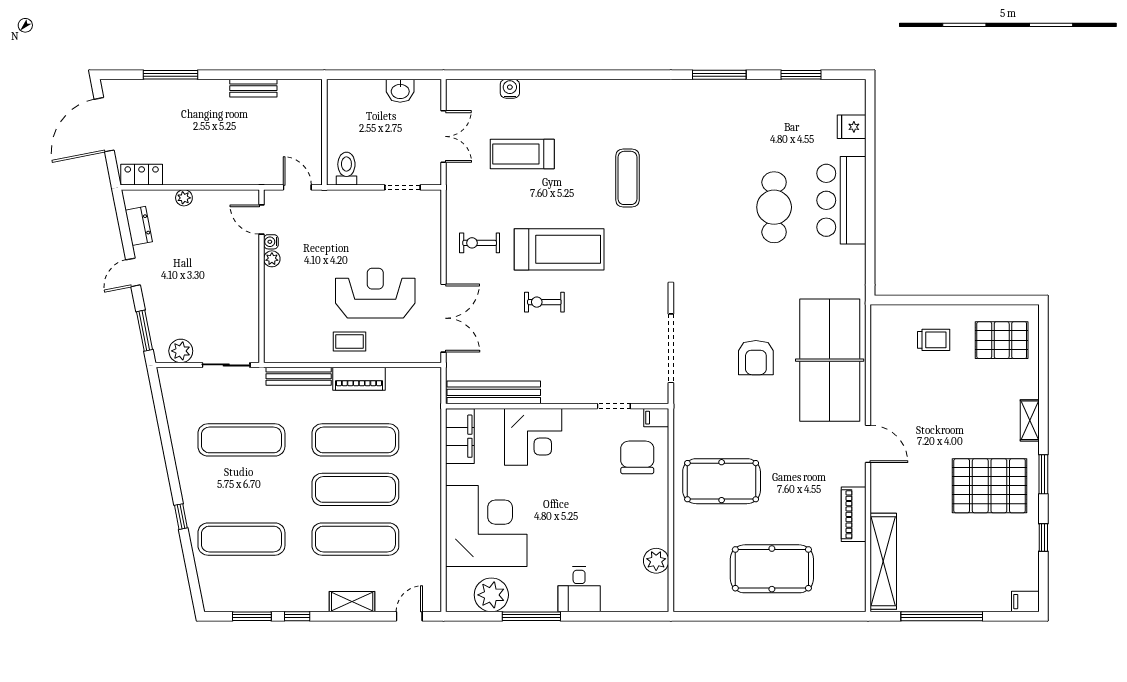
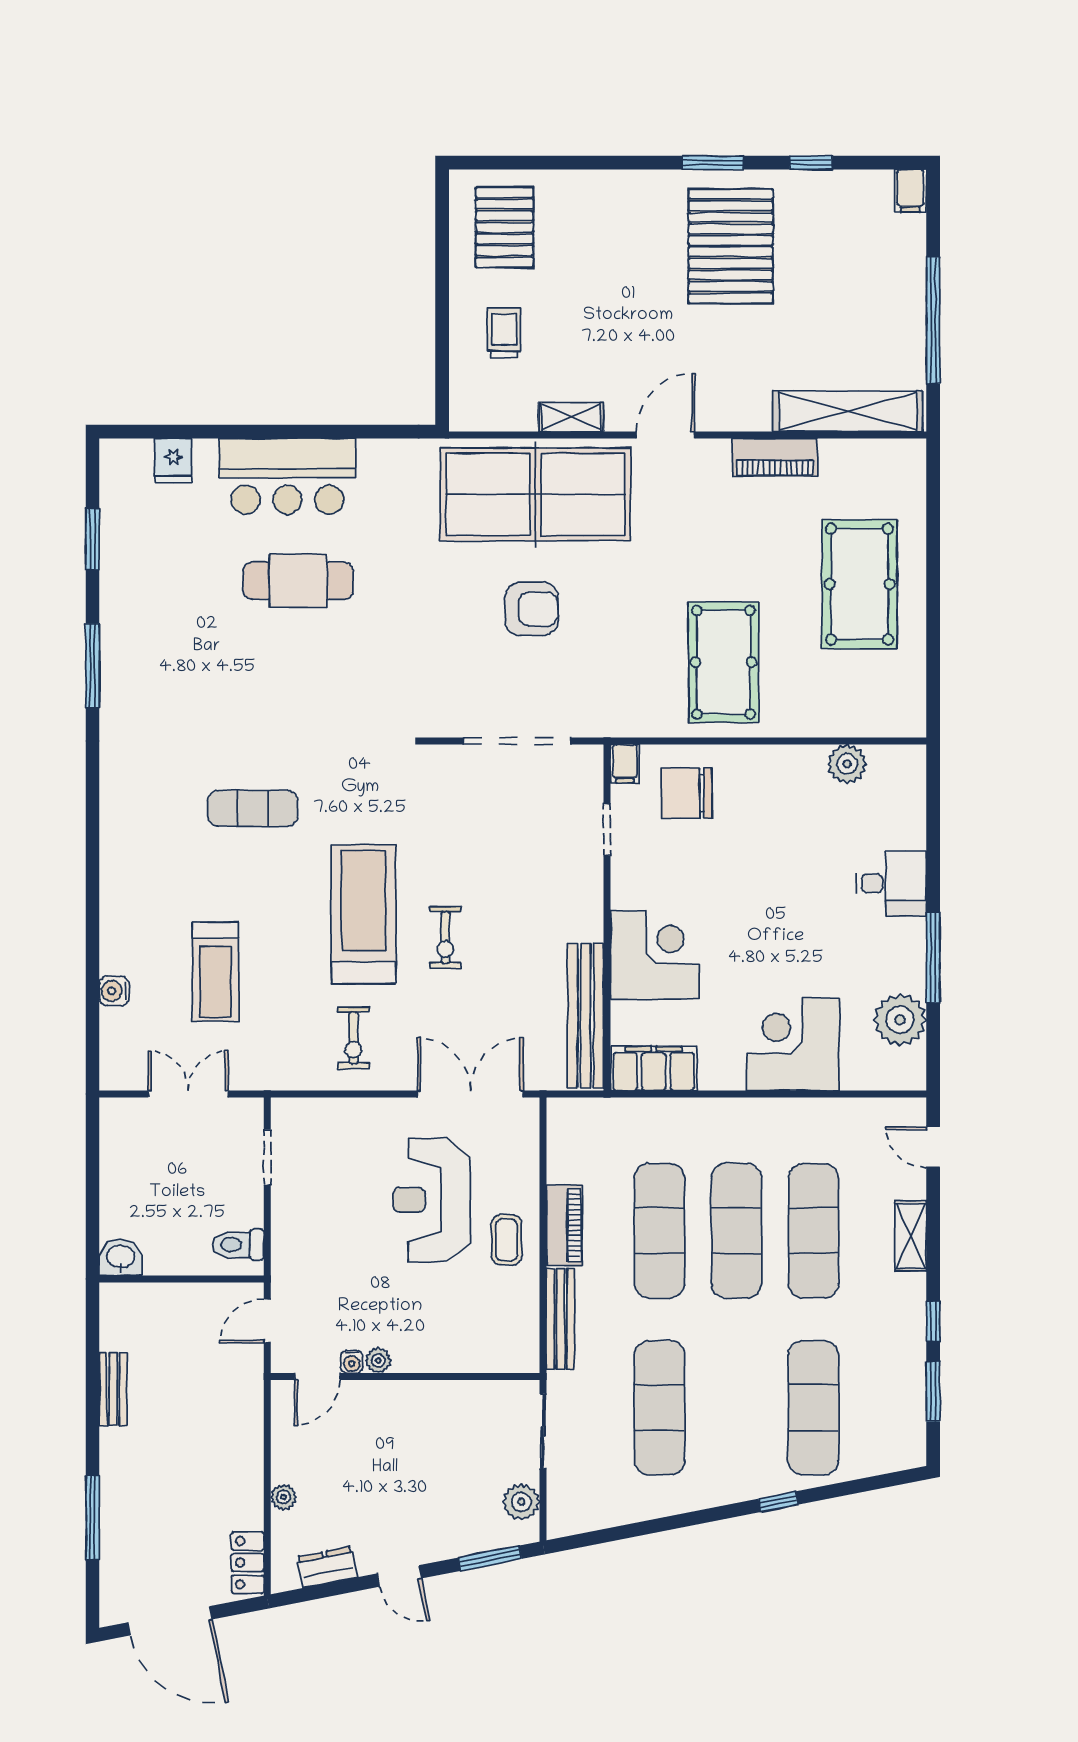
washbasin: (400, 91) -> (121, 1257), moved, turned -90
shelving: (1030, 420) -> (571, 417), moved
corner desk: (486, 526) -> (793, 1044), width x0.74, depth x0.74

